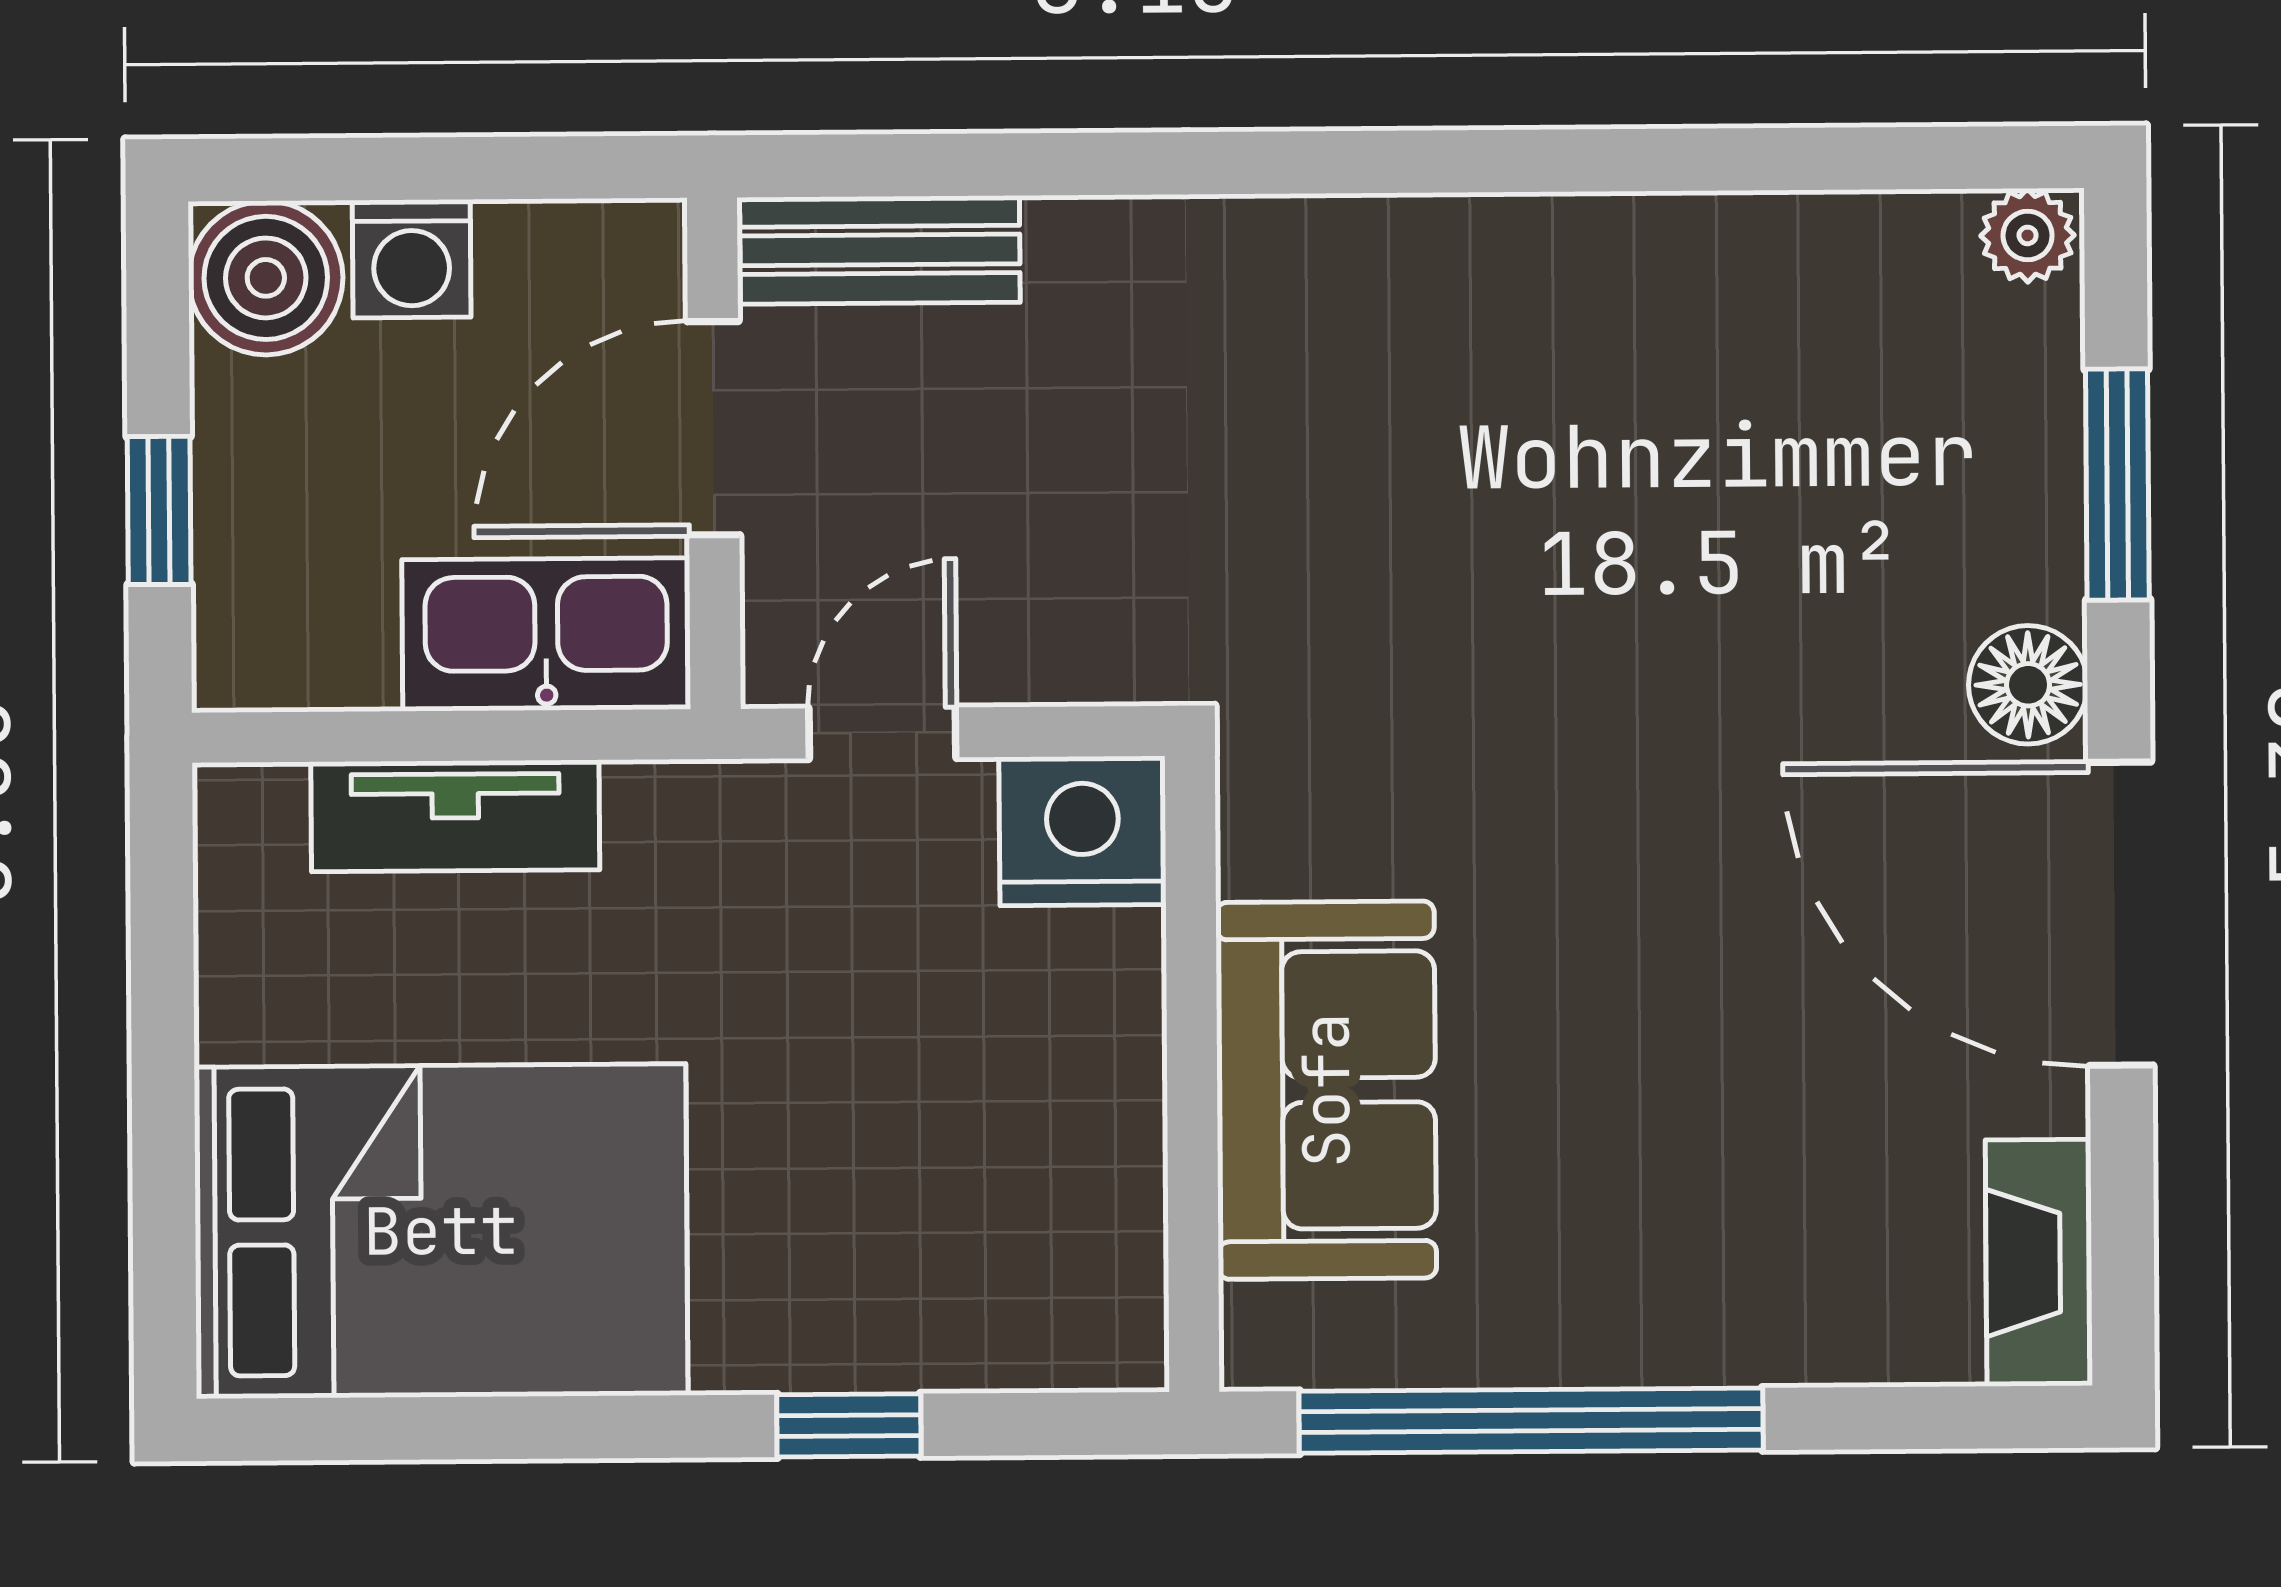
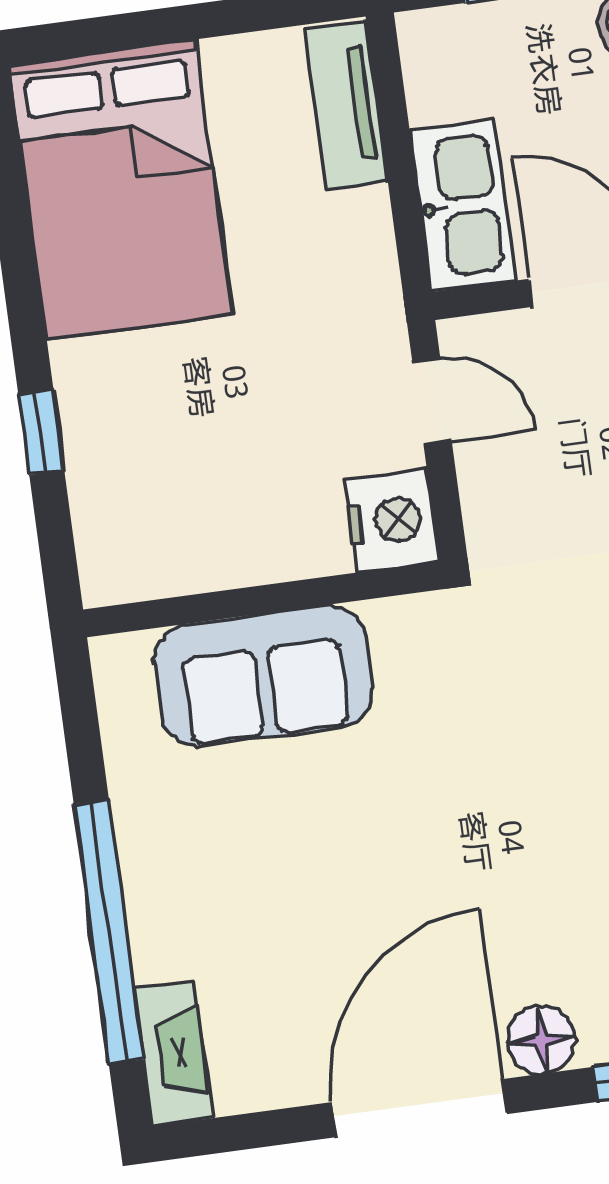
tv unit: (455, 816) -> (346, 105), moved
fireplace: (2039, 1263) -> (173, 1053), moved, turned 90
window: (1531, 1421) -> (109, 932), moved

